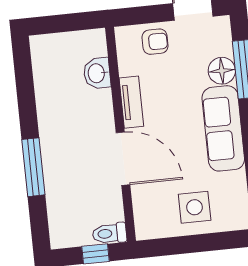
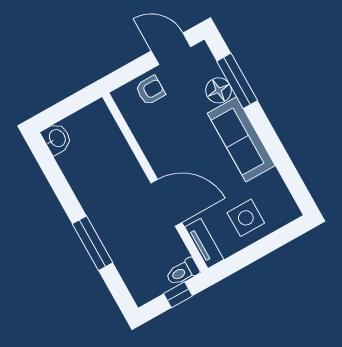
washbasin: (97, 73) -> (57, 138), moved, turned 180
tv unit: (131, 102) -> (204, 243), moved

